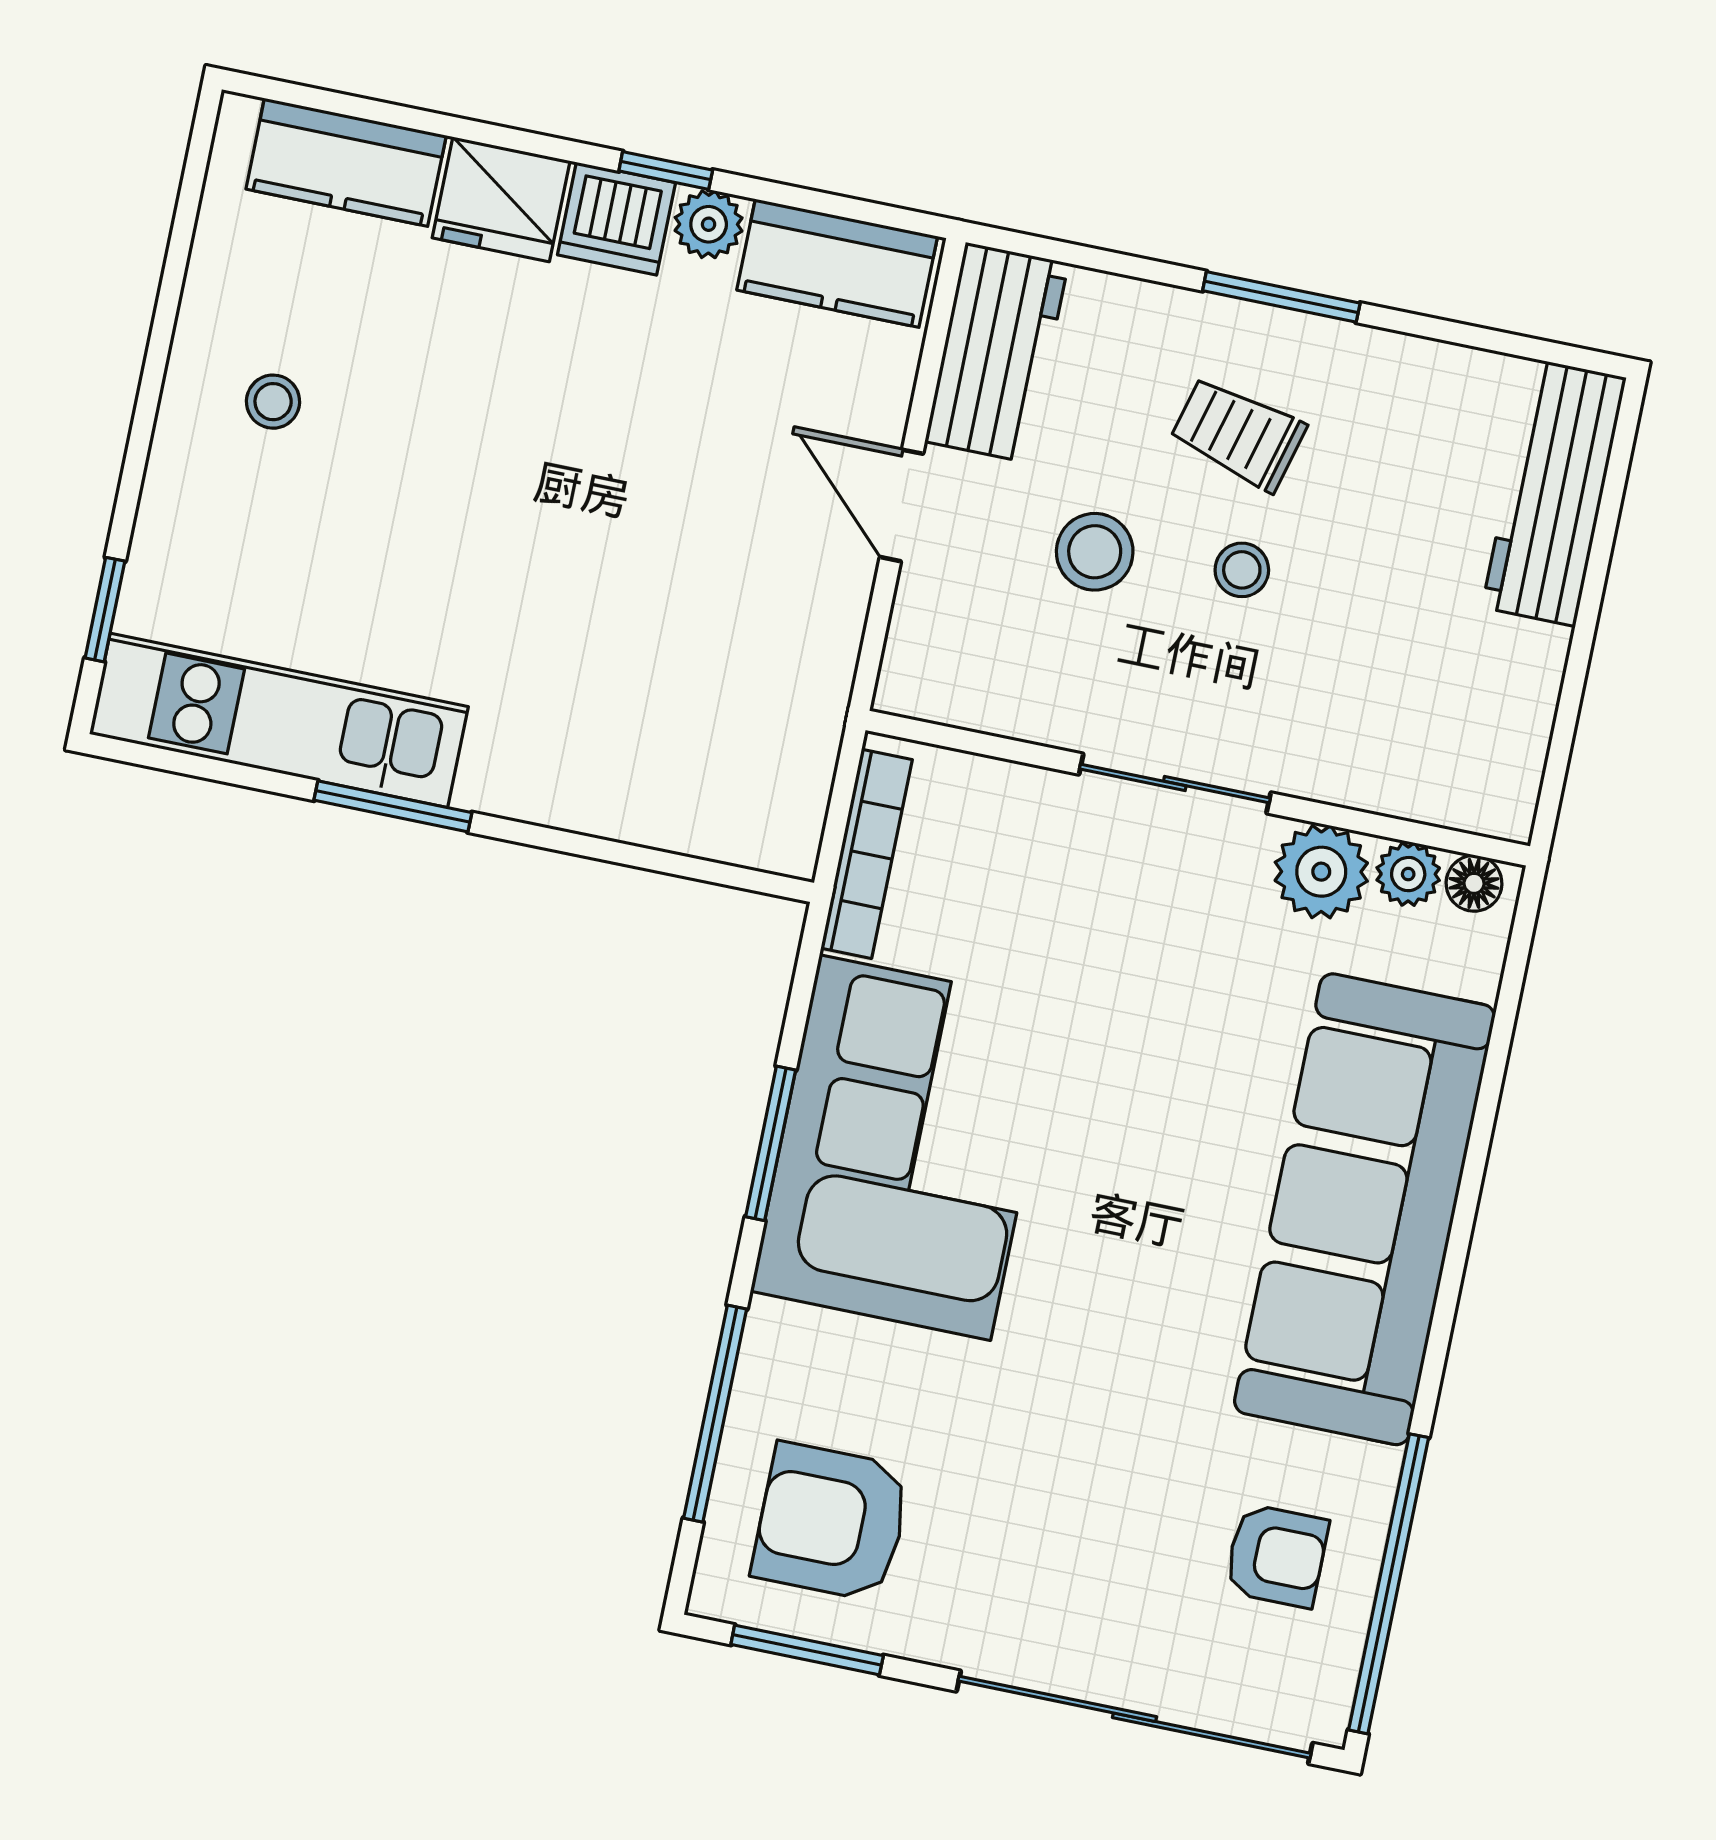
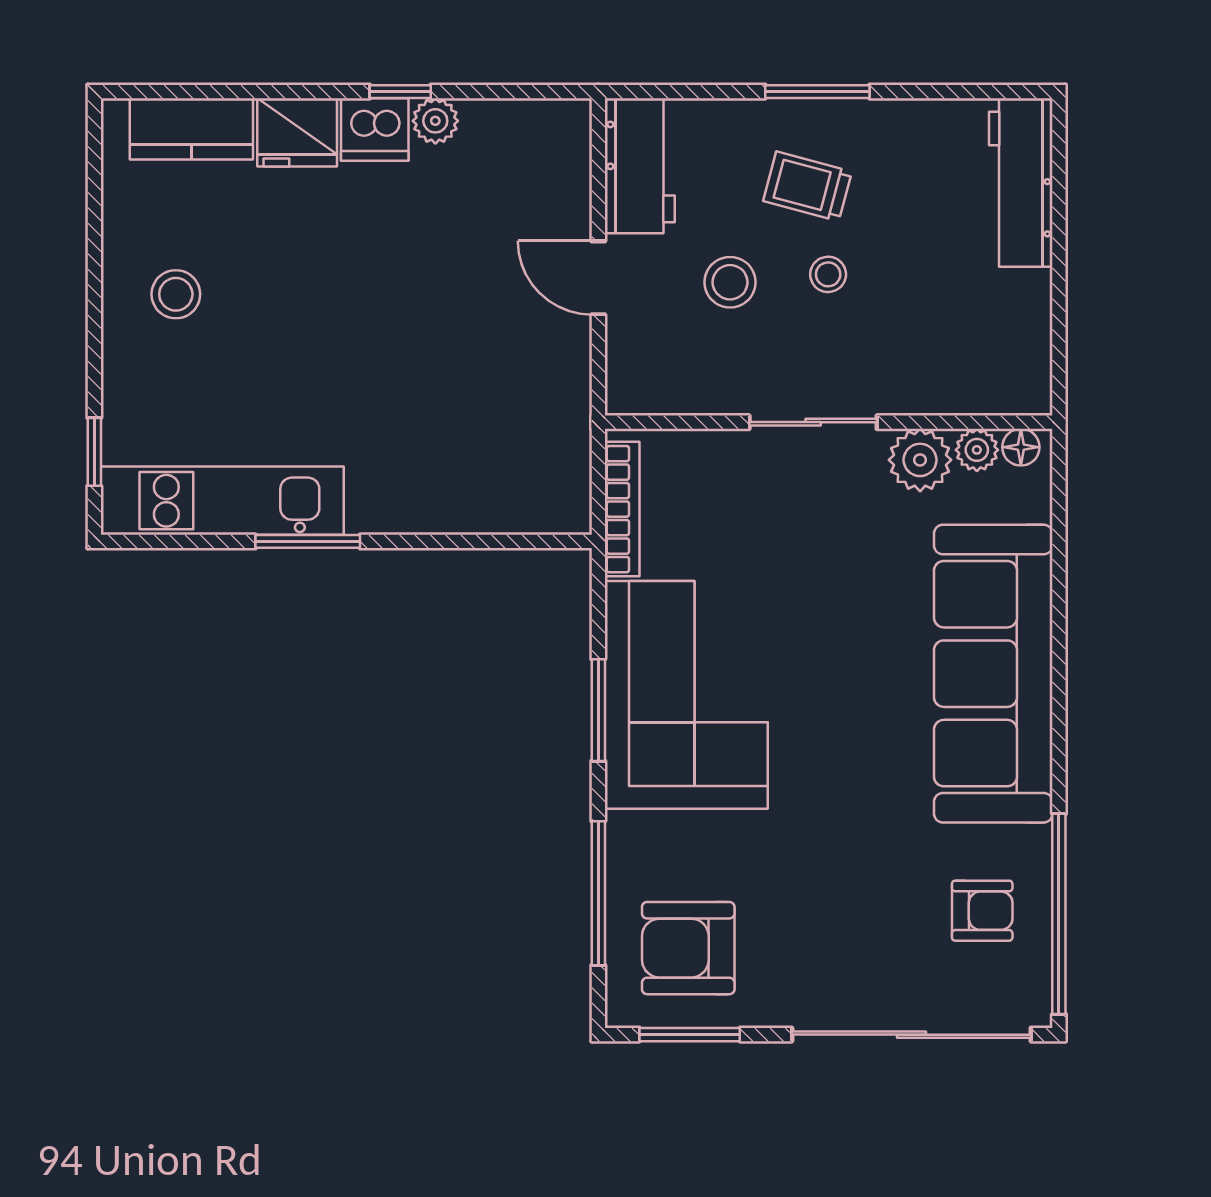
kitchen counter: (837, 263) -> (524, 129), removed
stool: (273, 402) -> (176, 294), width x1.37, depth x1.37

